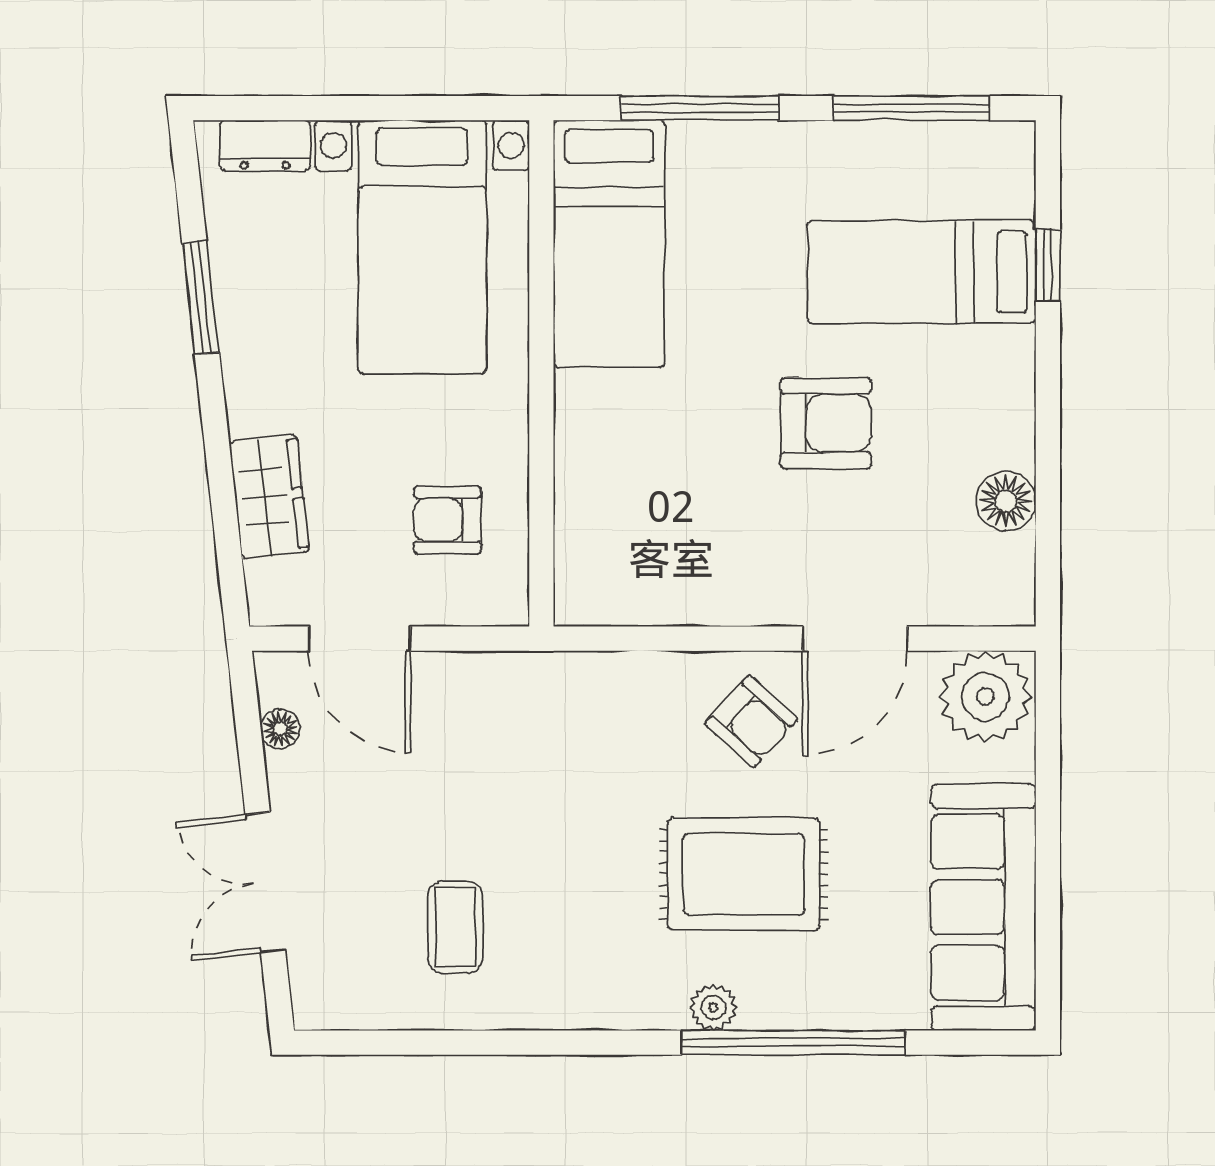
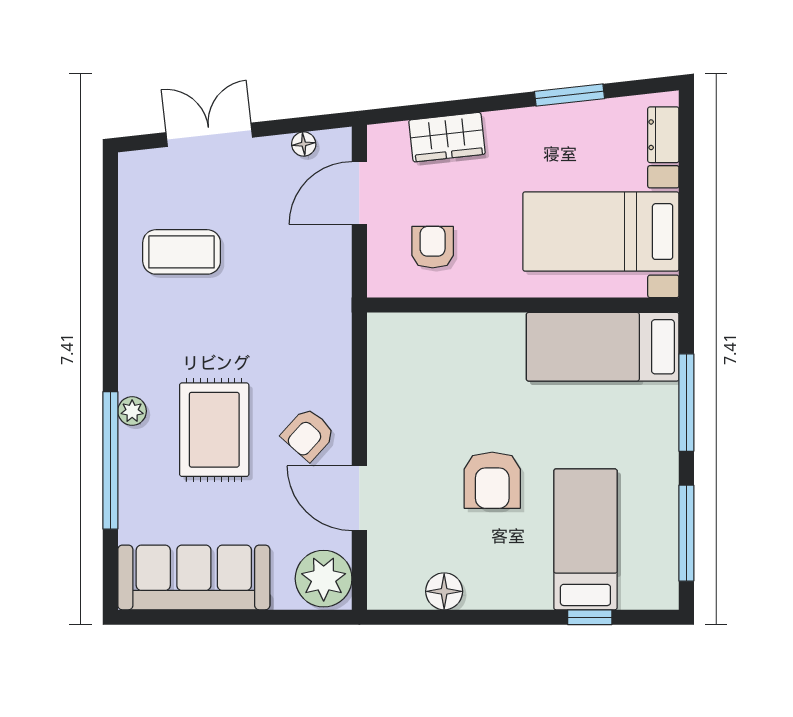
coffee table: (455, 927) -> (182, 252), width x1.36, depth x1.30

